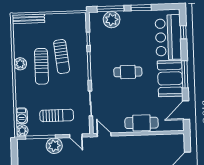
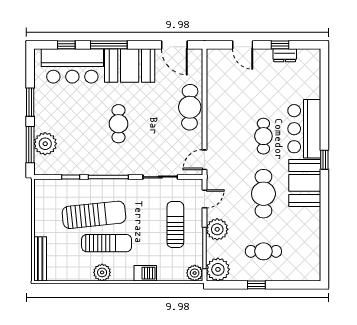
sun lounger: (62, 57) -> (94, 215), width x1.36, depth x1.34
window: (185, 74) -> (109, 45), moved
barbecue: (22, 116) -> (145, 273), moved
plant: (25, 147) -> (218, 269), added

